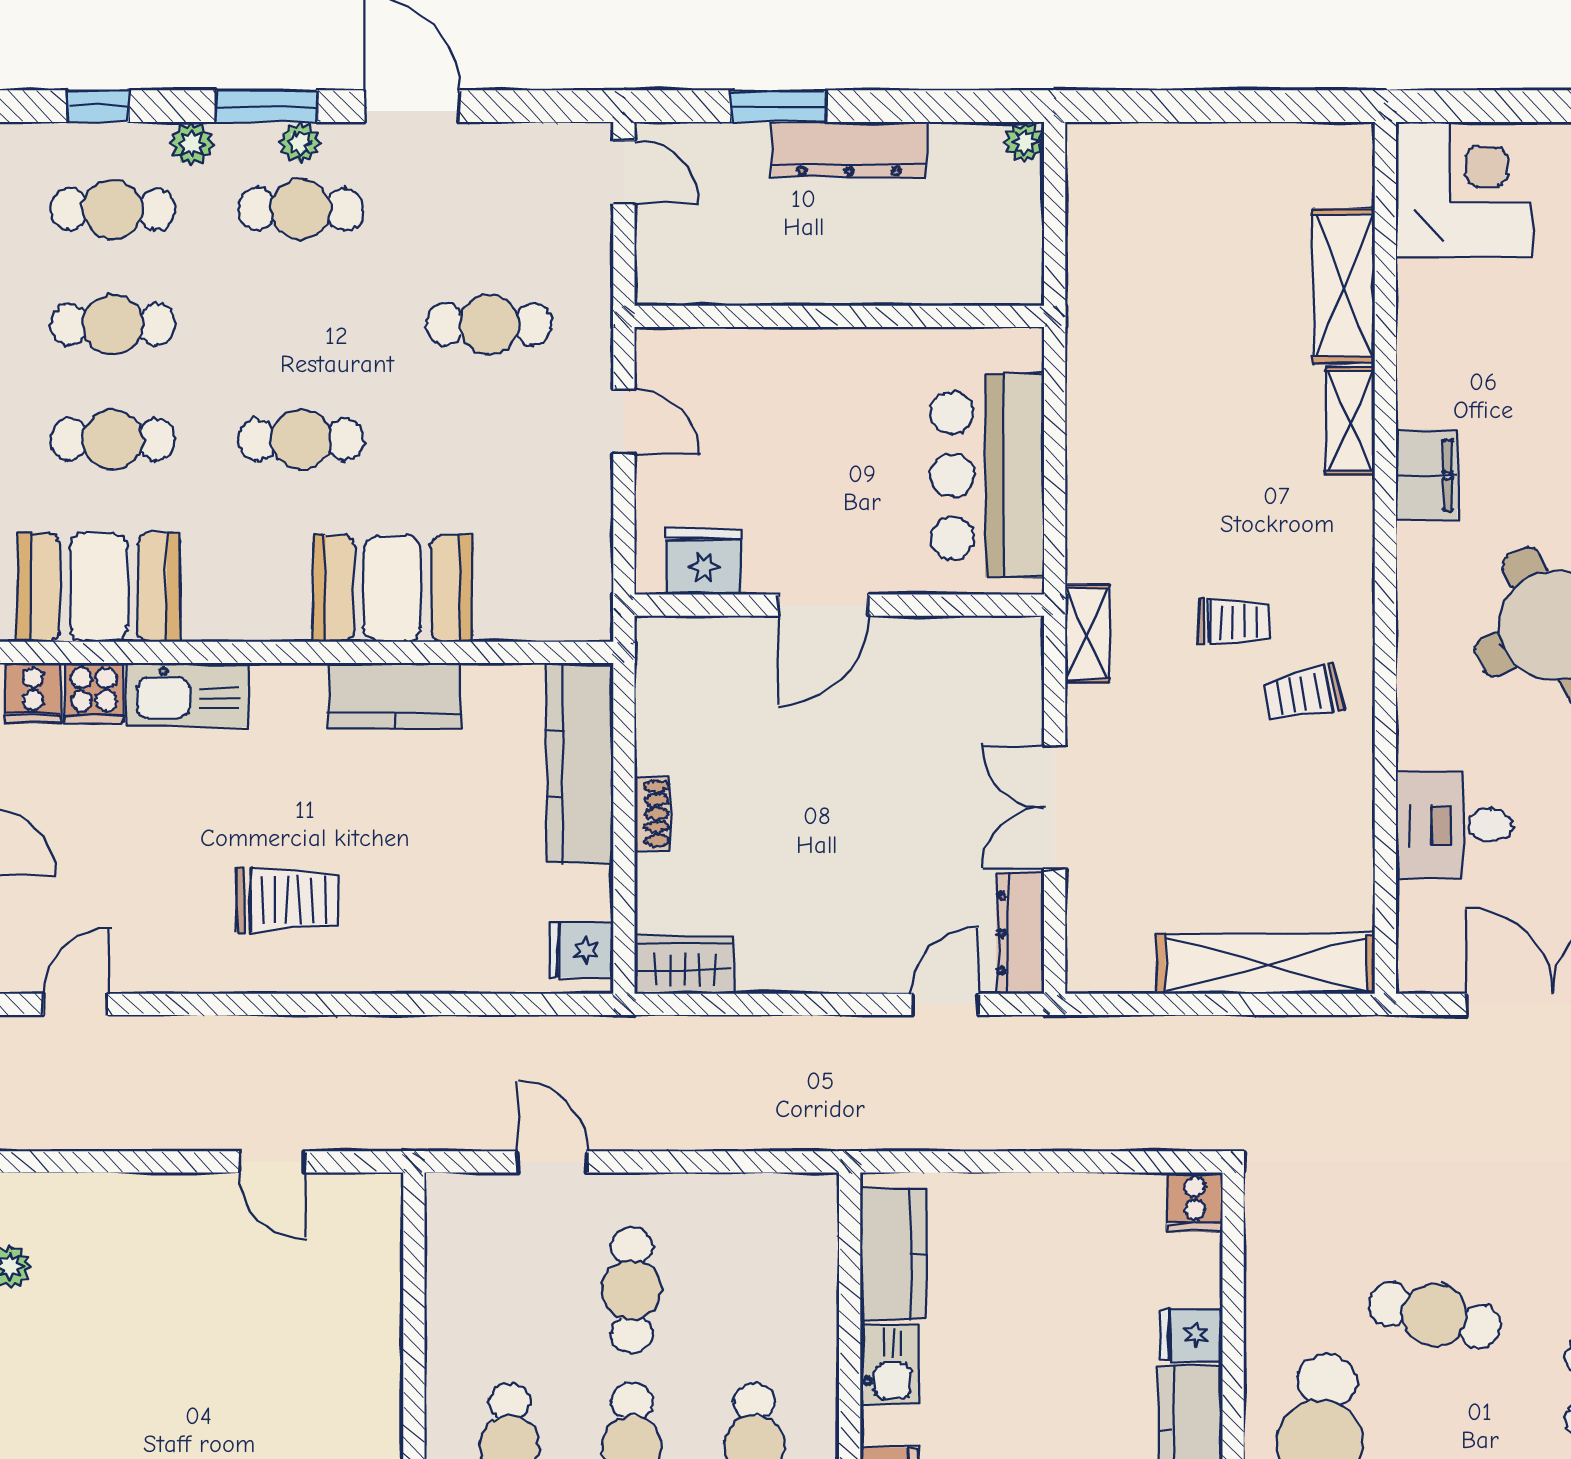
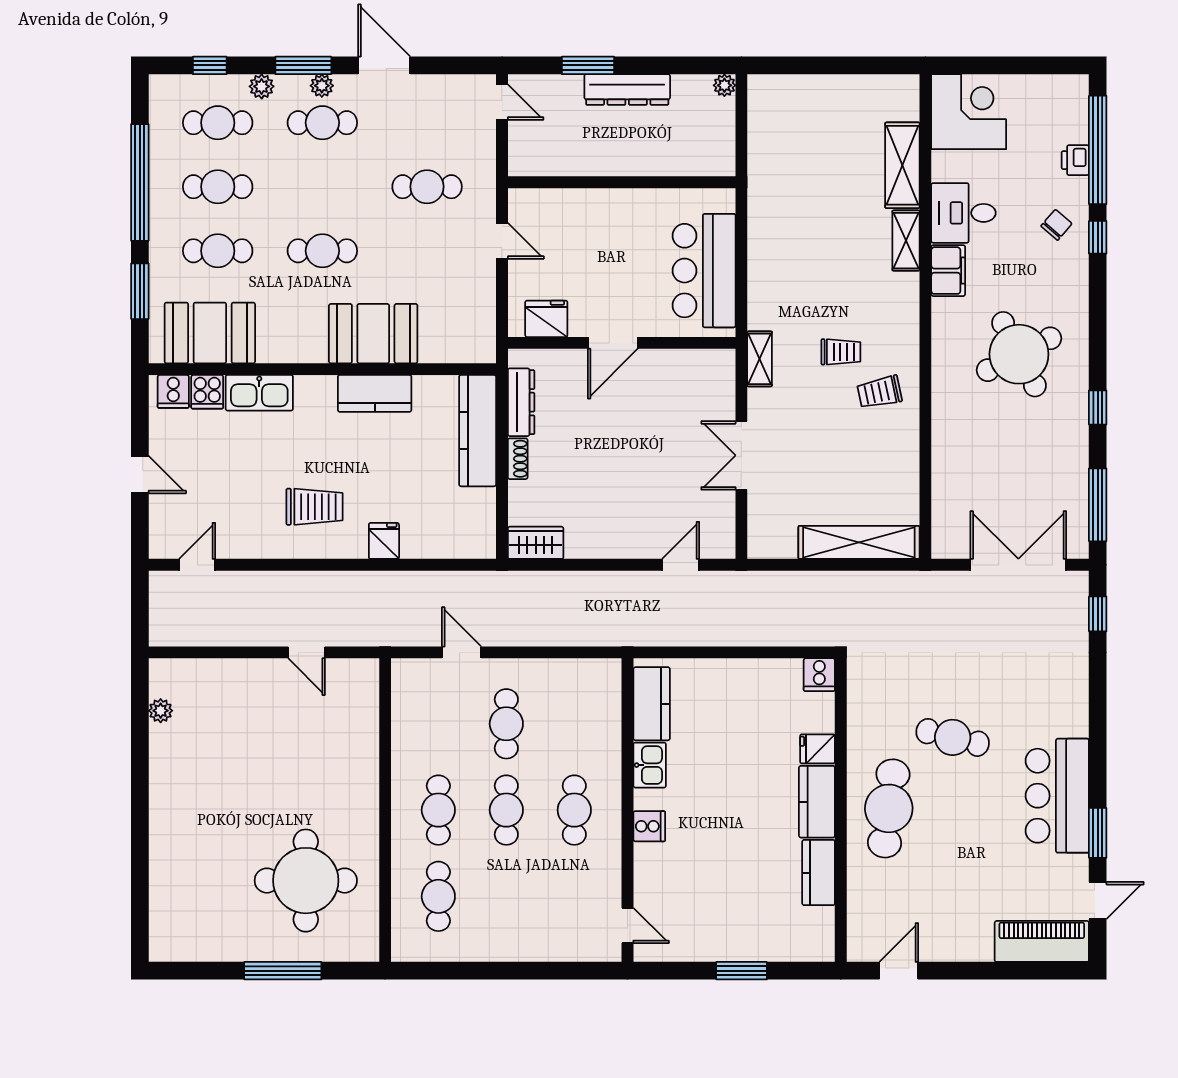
desk: (1454, 825) -> (963, 213), moved
dresser: (1020, 933) -> (521, 402), moved, turned 180
fridge: (581, 950) -> (384, 541), moved, turned 90

